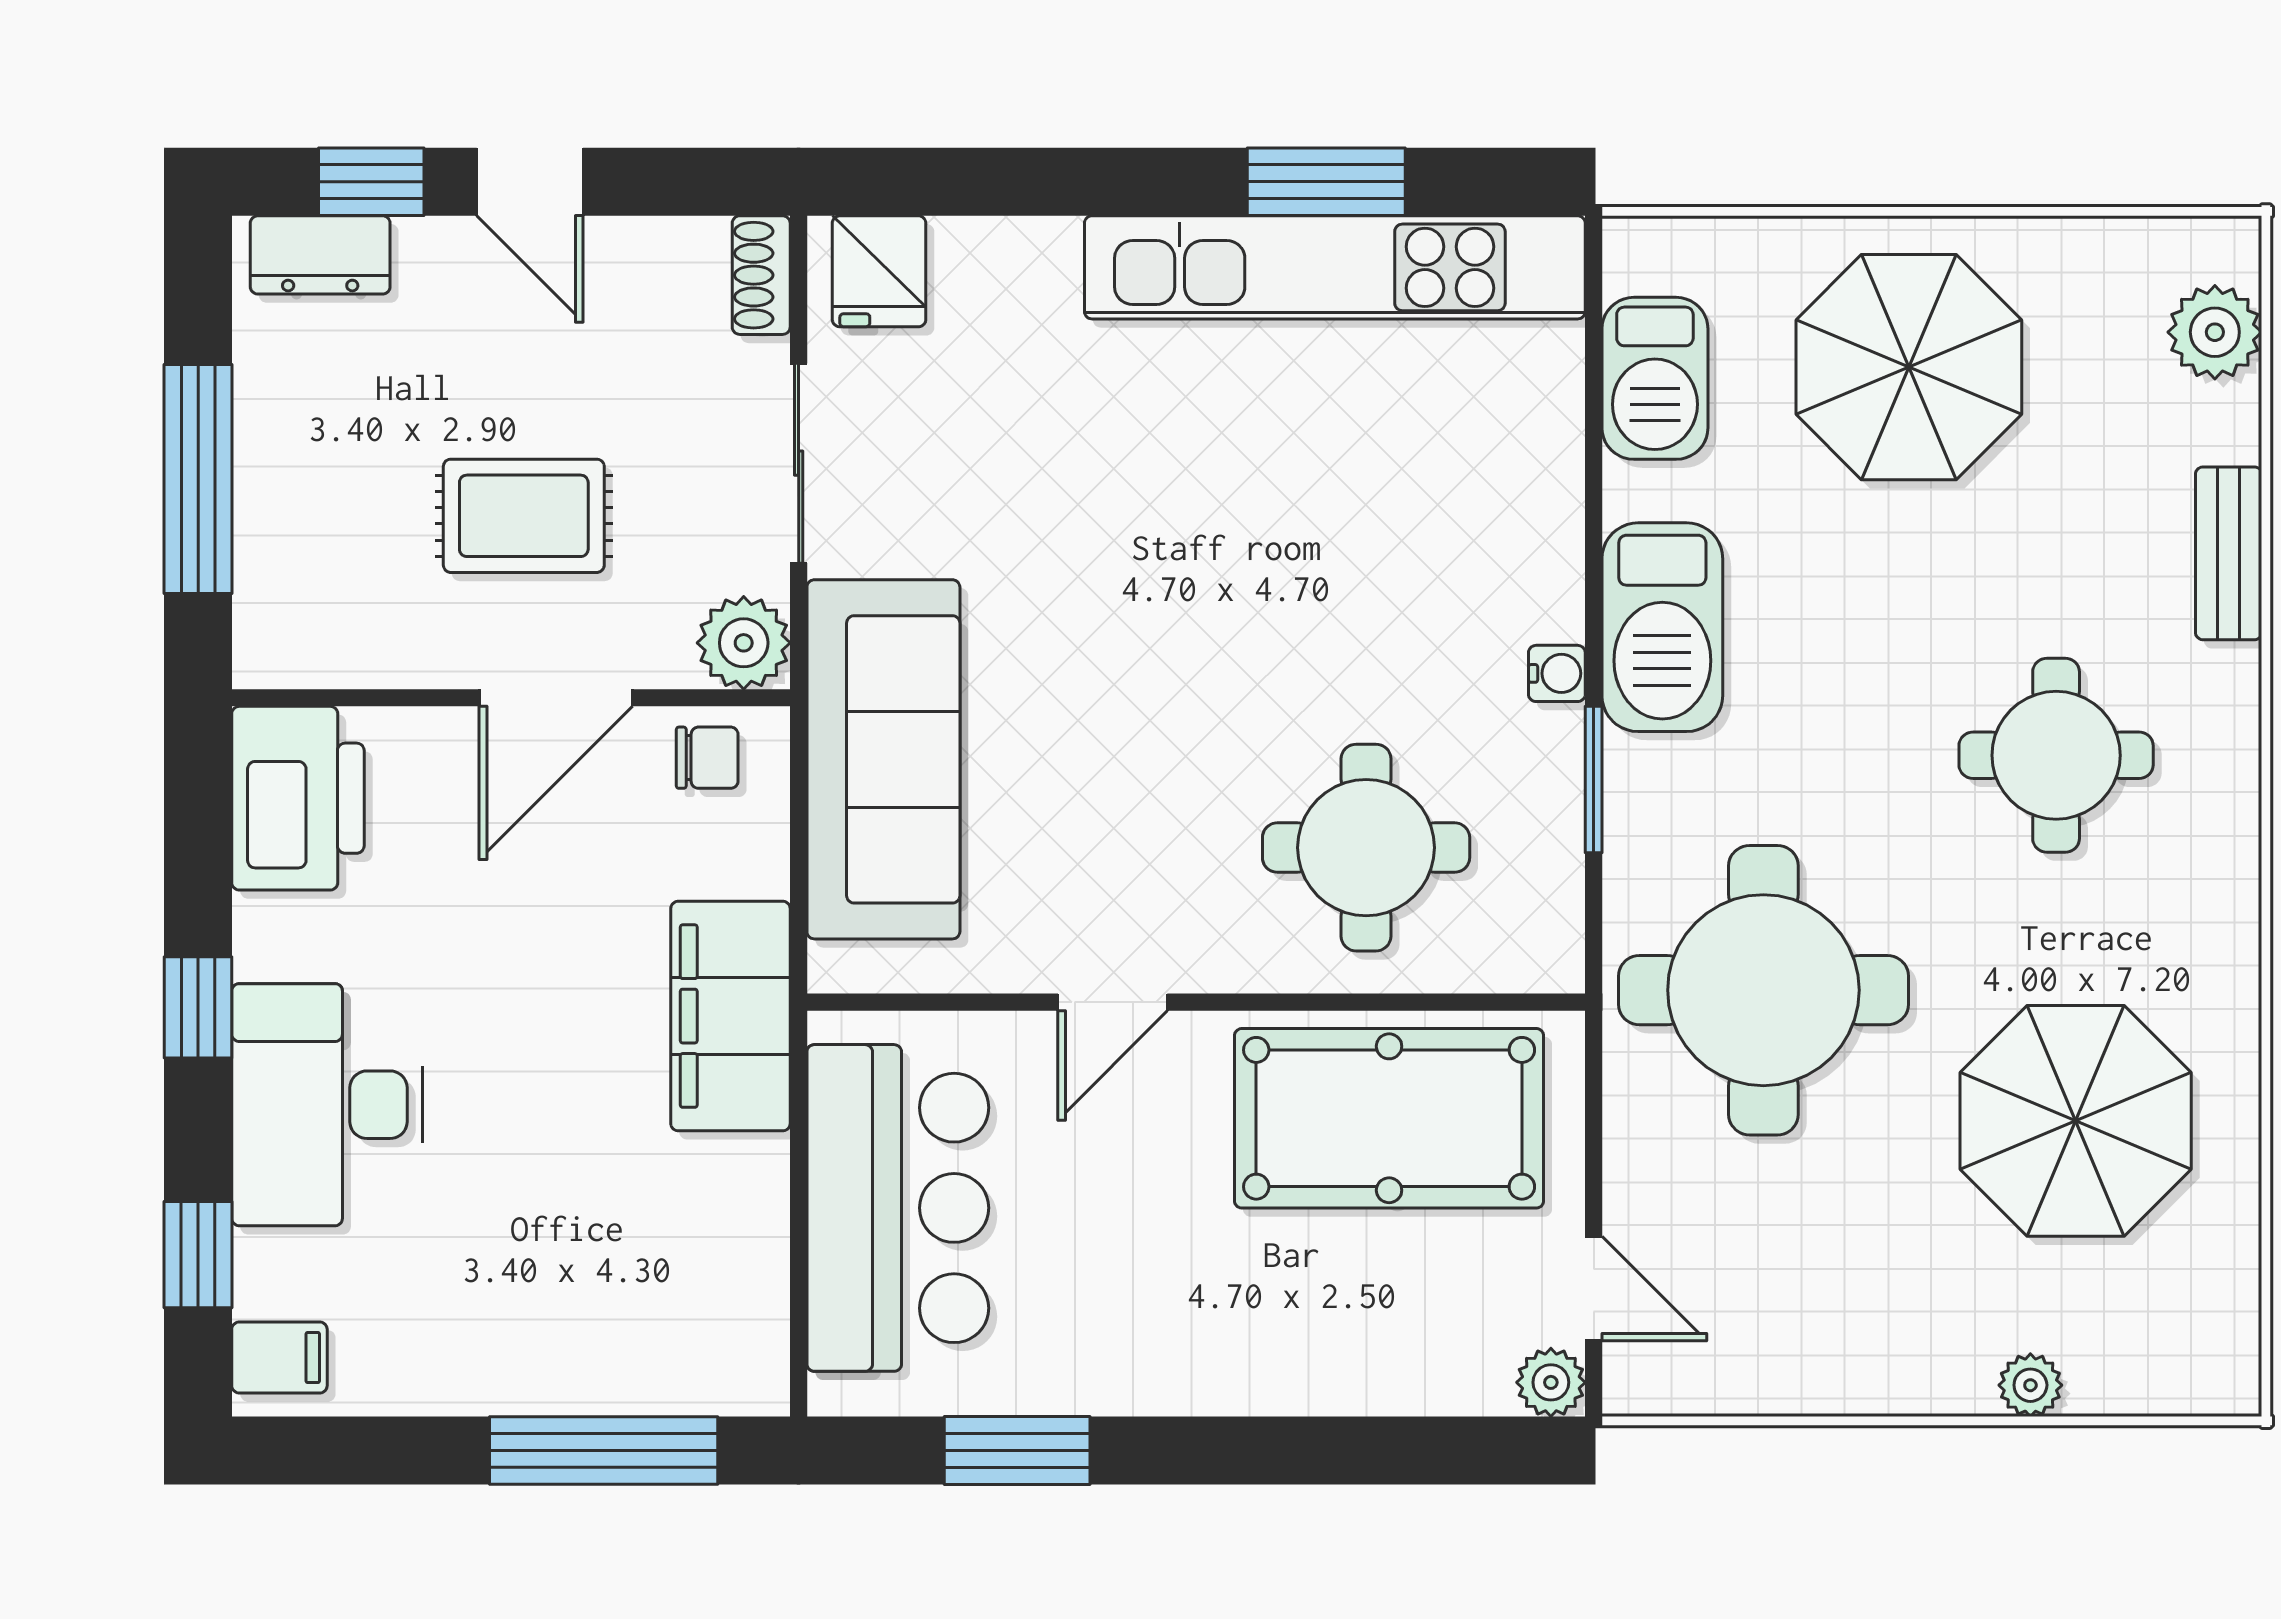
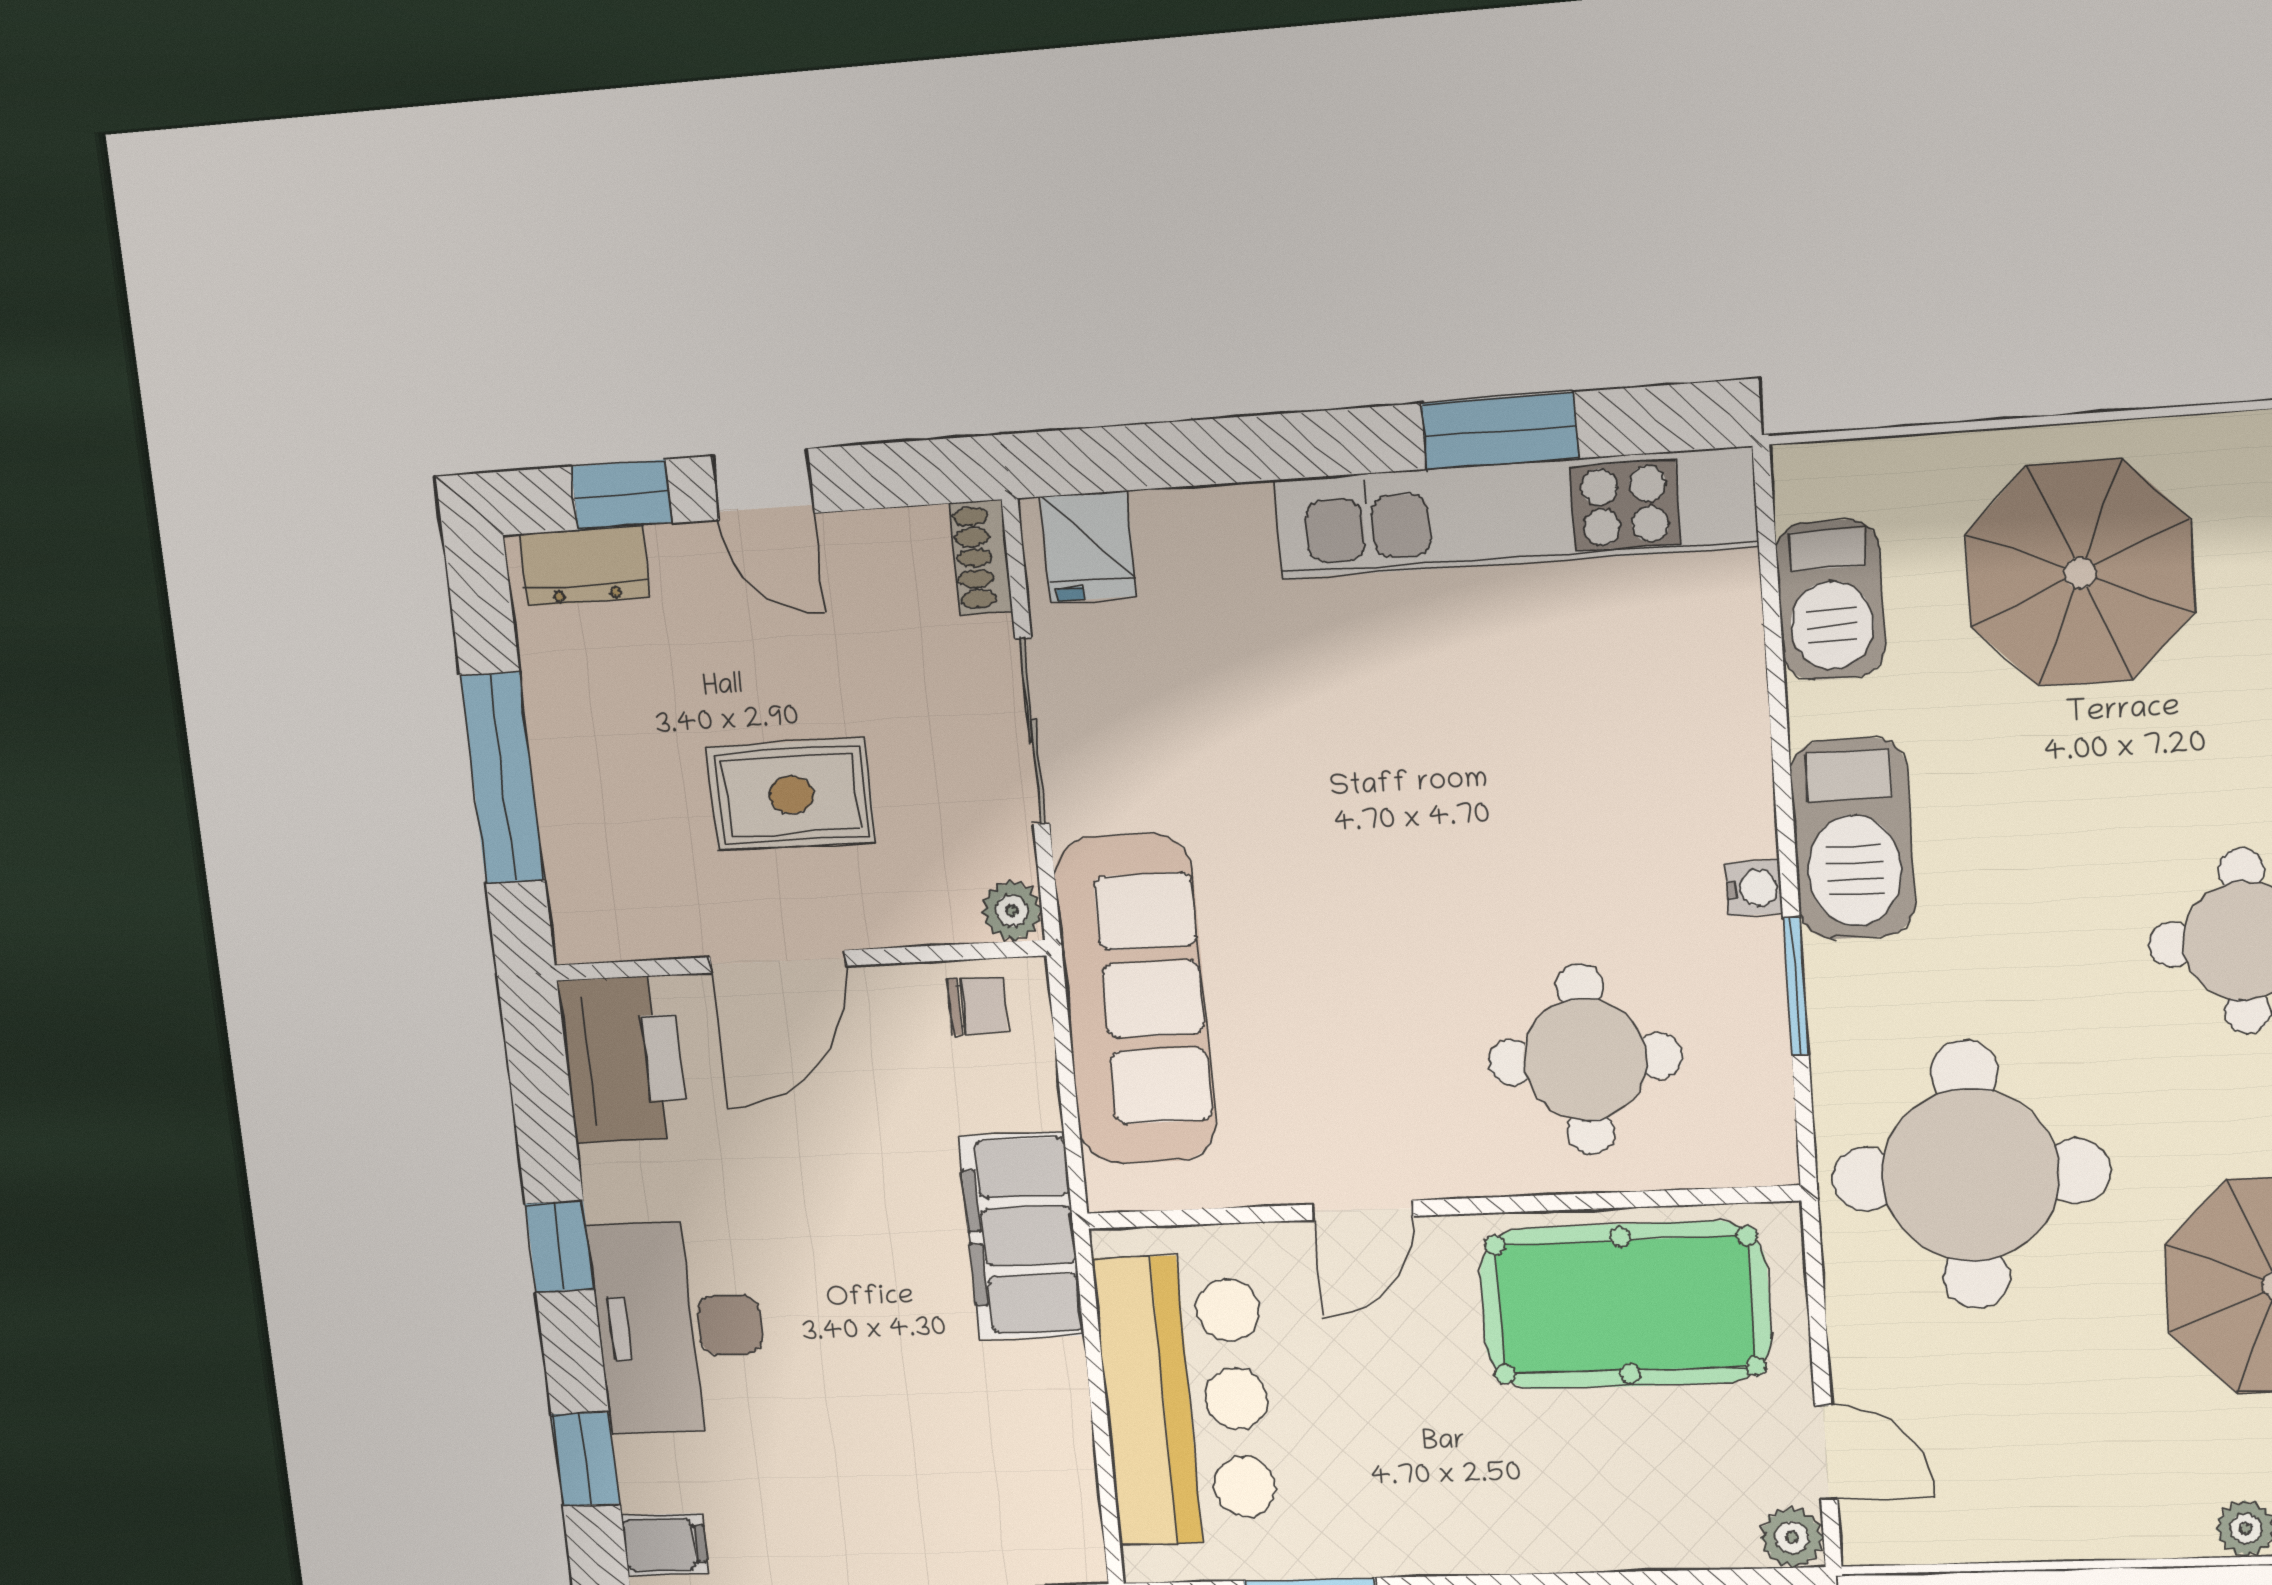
plant: (744, 643) -> (1012, 911), width x0.73, depth x0.73
door: (556, 698) -> (778, 961), moved

